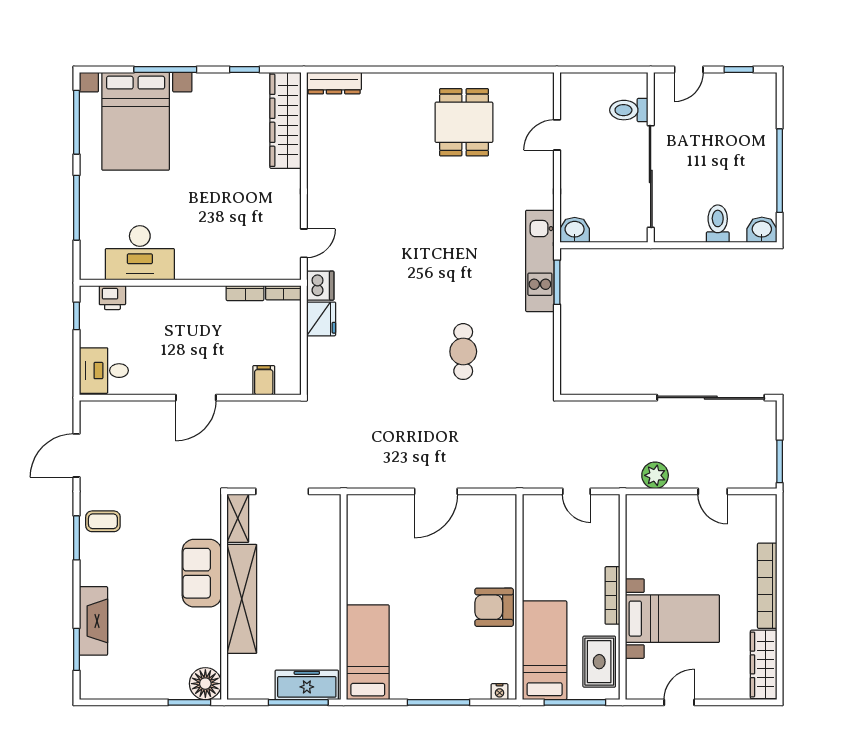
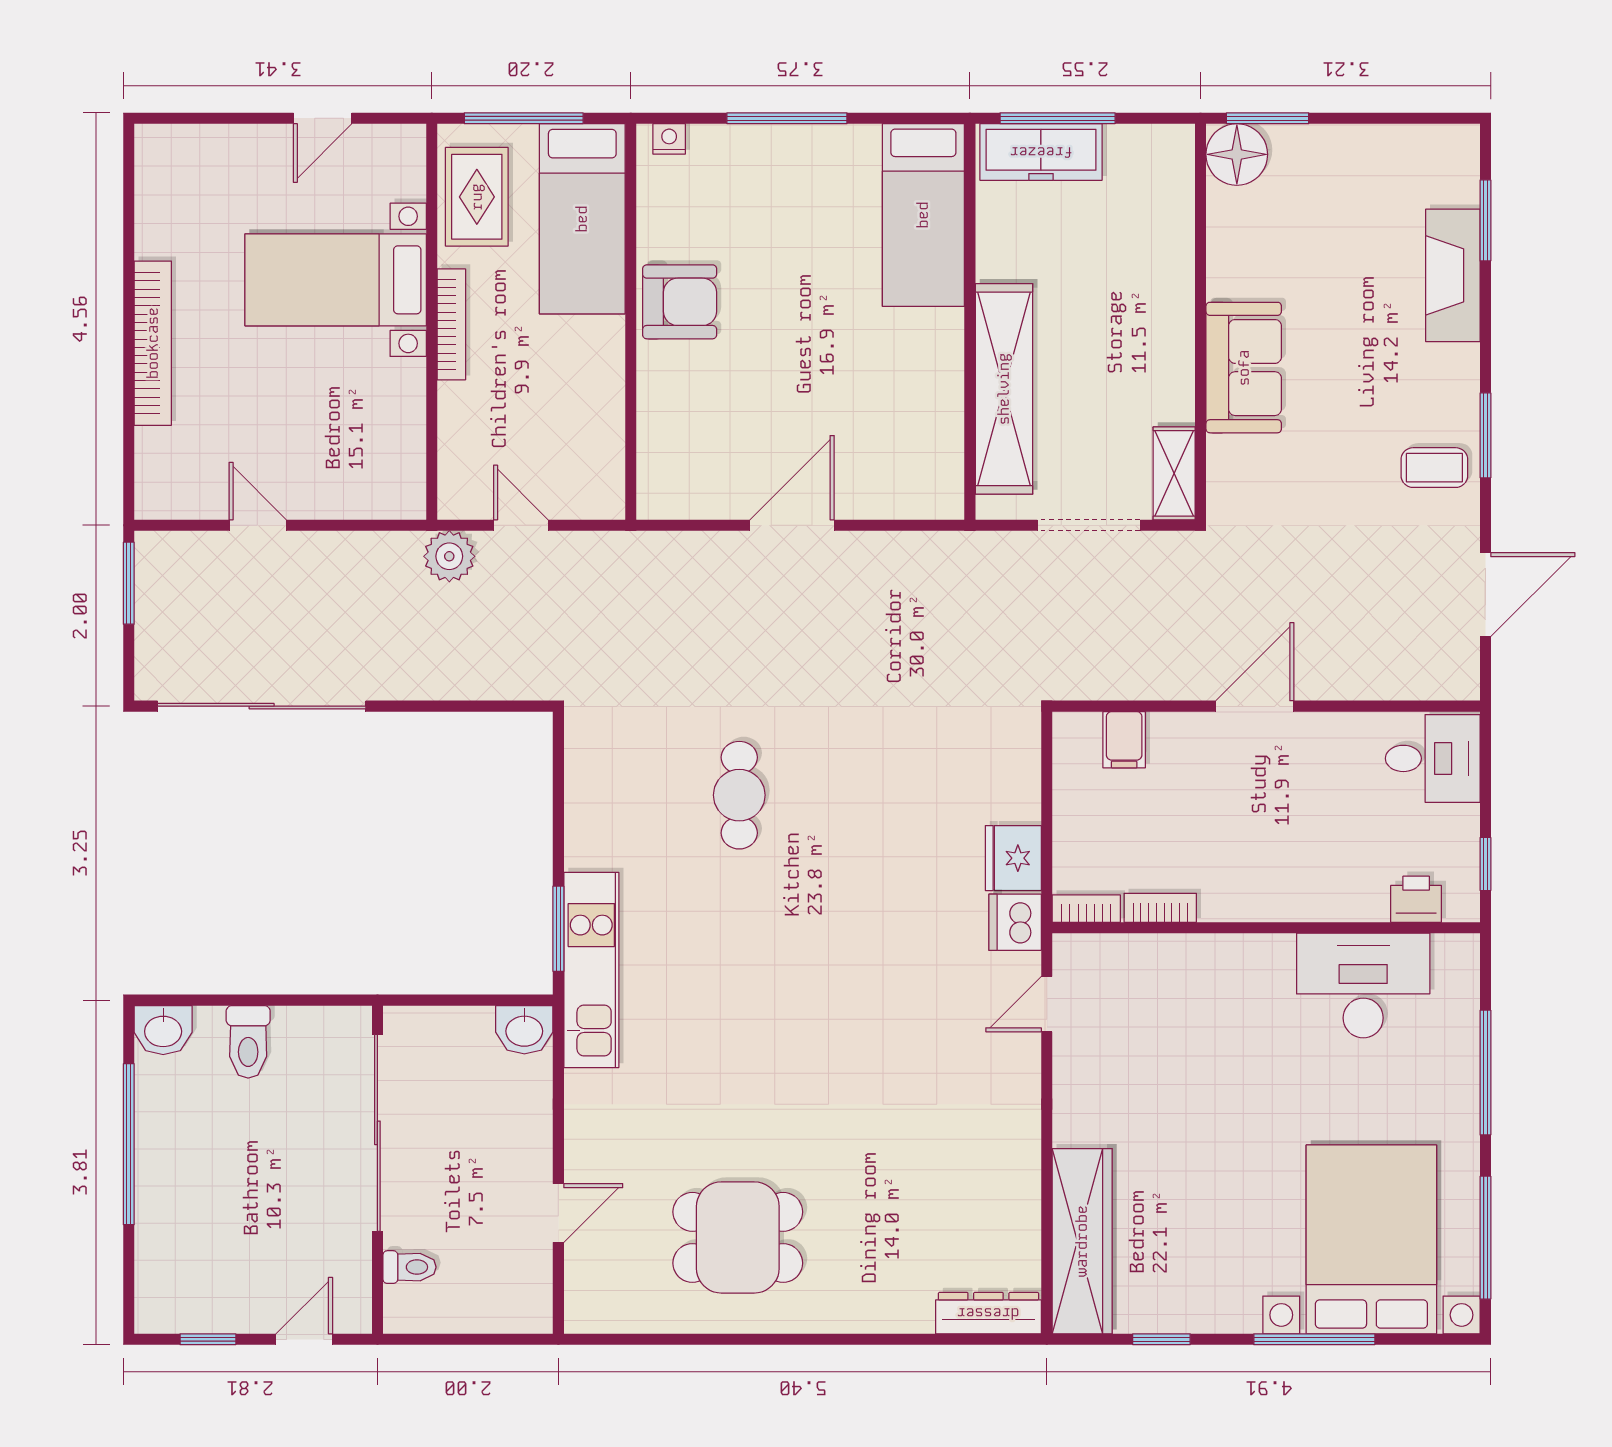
toilet: (629, 110) -> (409, 1267), width x0.73, depth x0.72
dining table: (464, 122) -> (738, 1237), turned 90
plant: (655, 475) -> (449, 556), moved
shelving: (242, 599) -> (1004, 389), moved
wardrobe: (764, 664) -> (160, 191), removed

